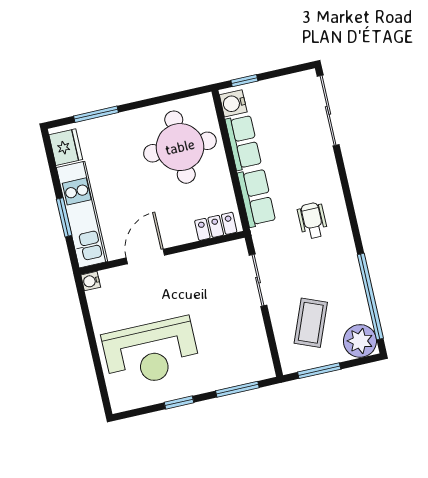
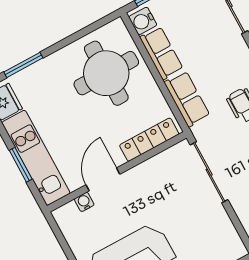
locker: (216, 226) -> (149, 140), width x1.53
sliding door: (258, 280) -> (209, 172), width x1.37
water cooler: (91, 281) -> (84, 202), moved, turned 90

